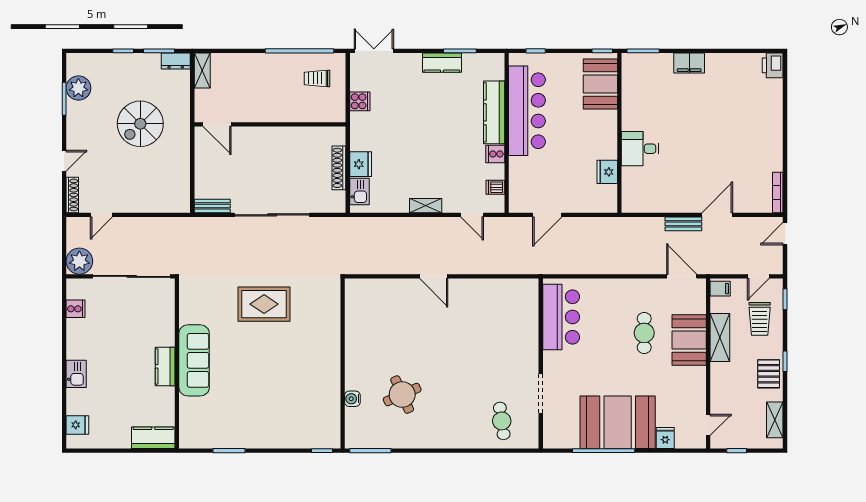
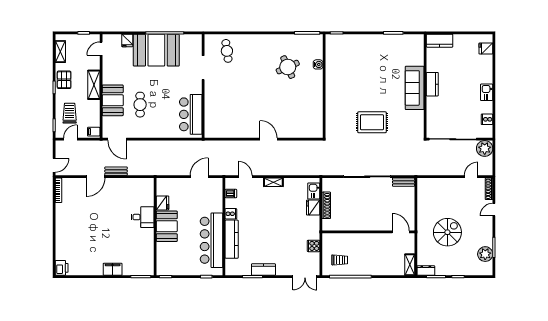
booth: (600, 84) -> (167, 226), moved
shelving: (720, 338) -> (94, 85), moved
kitchen sink: (76, 374) -> (487, 92), moved

